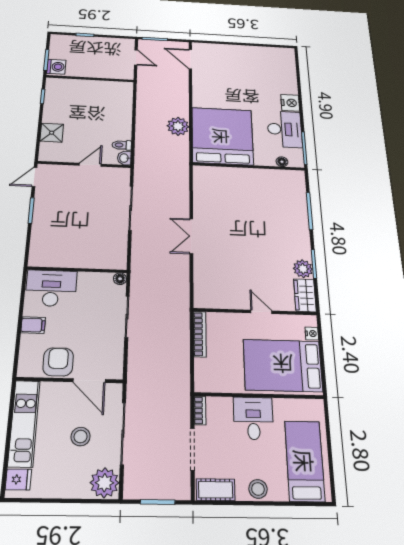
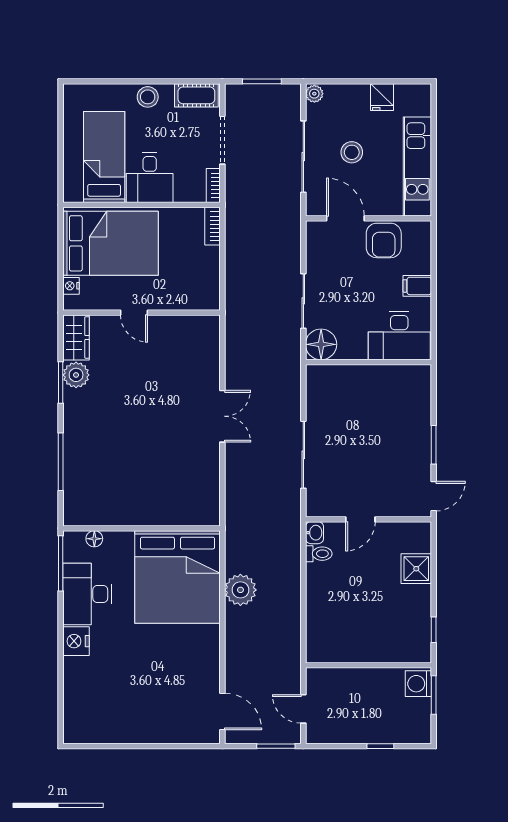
floor lamp: (120, 279) -> (321, 344), width x1.89, depth x1.89
bookcase: (200, 334) -> (213, 226), moved, width x0.64
bed: (305, 461) -> (104, 157), moved, turned 180
fridge: (18, 479) -> (382, 97), moved, turned -90
plant: (105, 483) -> (314, 94), width x0.53, depth x0.53

